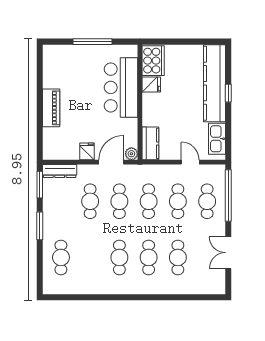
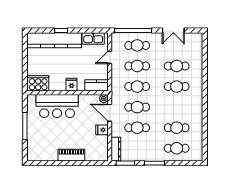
fridge: (151, 84) -> (72, 85), moved
cafe table: (119, 257) -> (177, 128), moved

